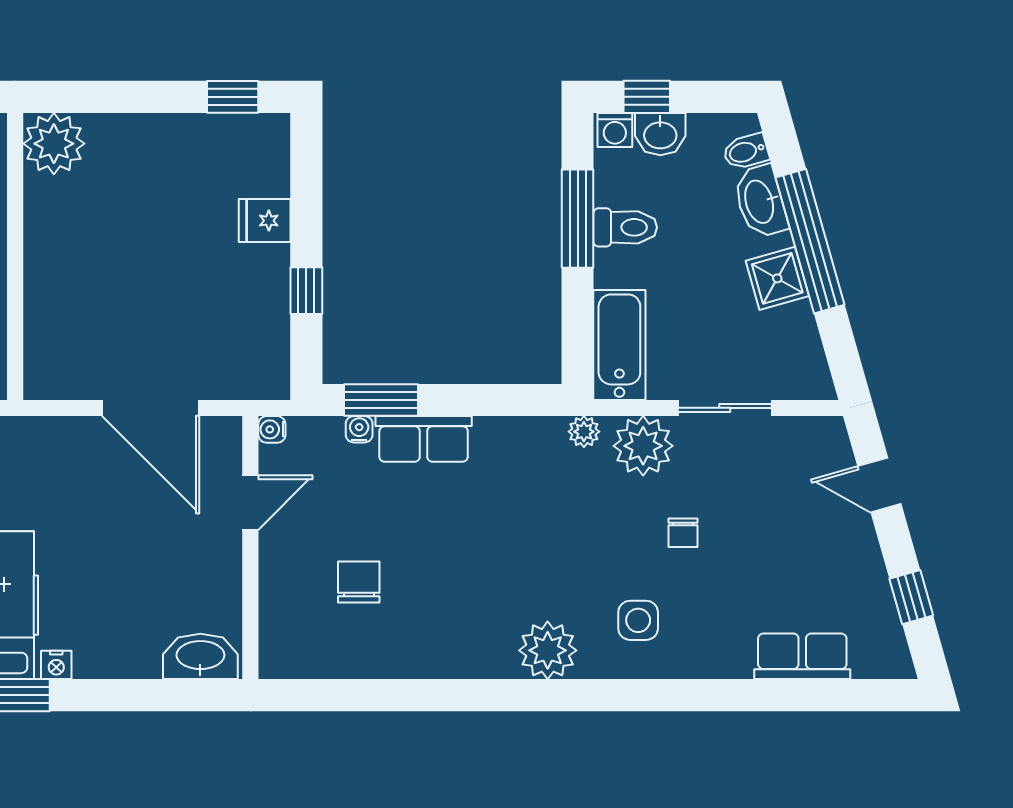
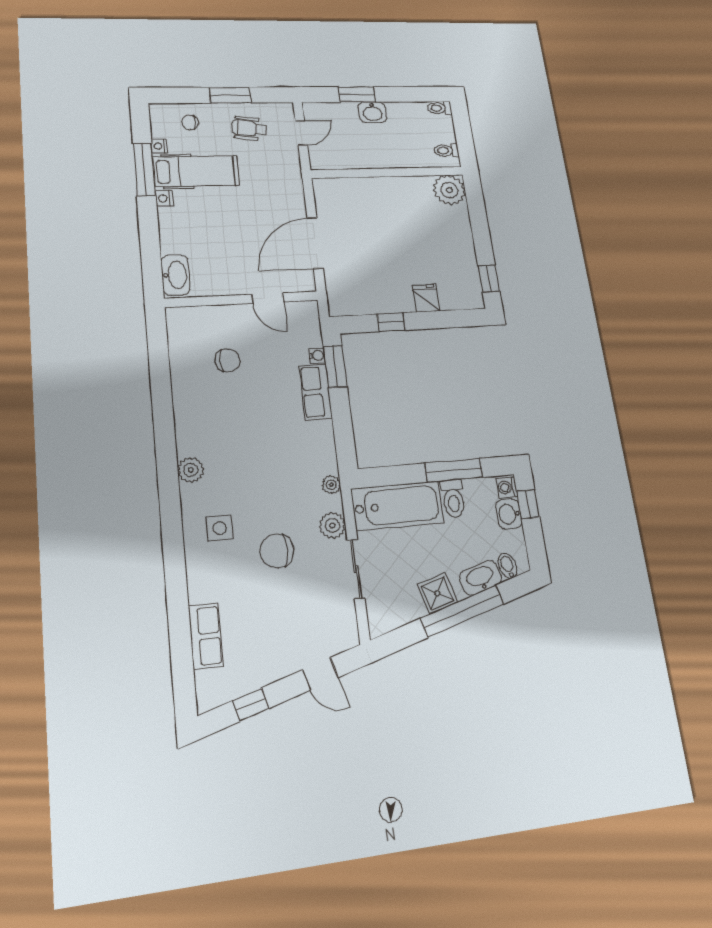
bathtub: (619, 345) -> (397, 506), width x1.36, depth x1.36
water cooler: (272, 429) -> (311, 308), removed
plant: (643, 446) -> (332, 525), width x0.73, depth x0.73
door: (879, 485) -> (320, 674), swing flipped
chair: (683, 533) -> (277, 551), width x1.87, depth x1.87
plant: (548, 650) -> (191, 470), width x0.73, depth x0.73

